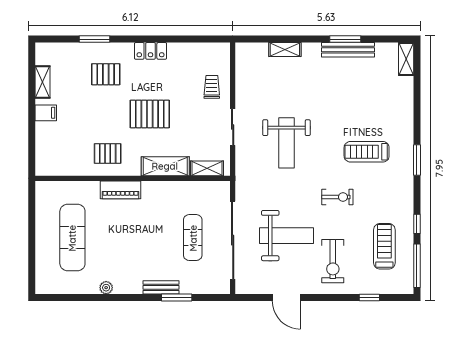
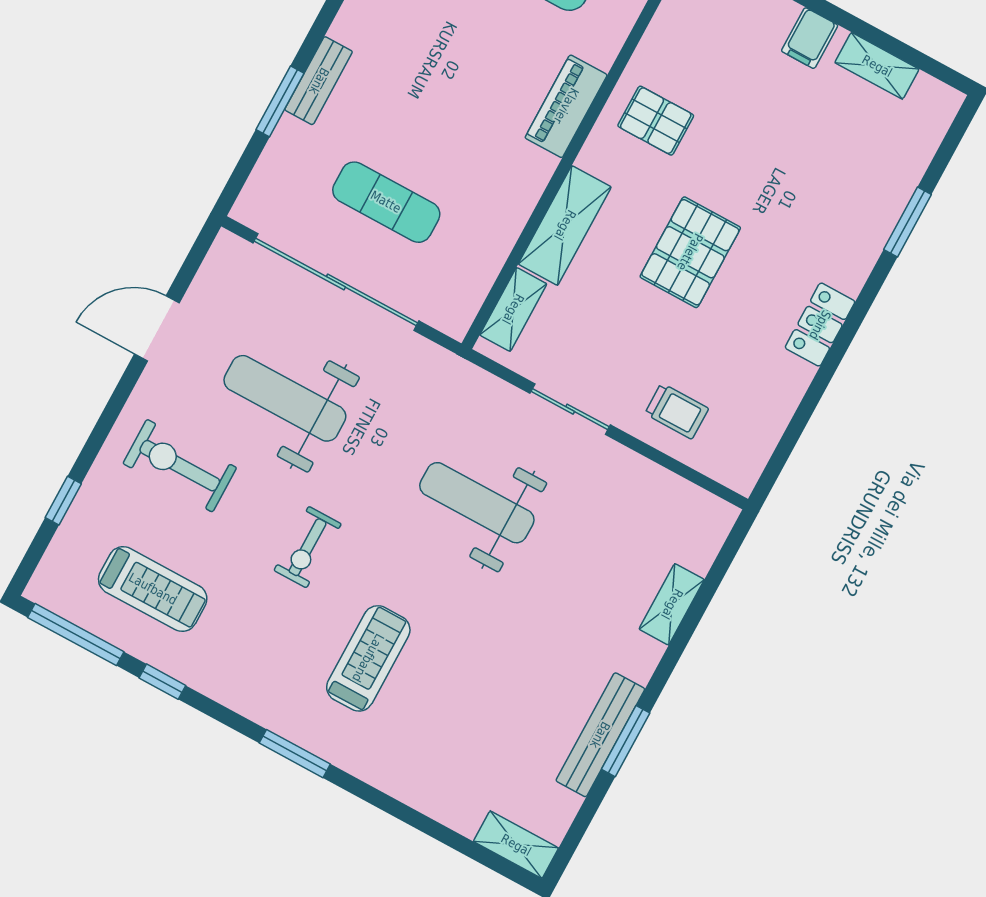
pallet: (106, 74) -> (822, 206), removed
pallet: (108, 153) -> (656, 121), turned 90
weight bench: (286, 236) -> (285, 398), turned 90

